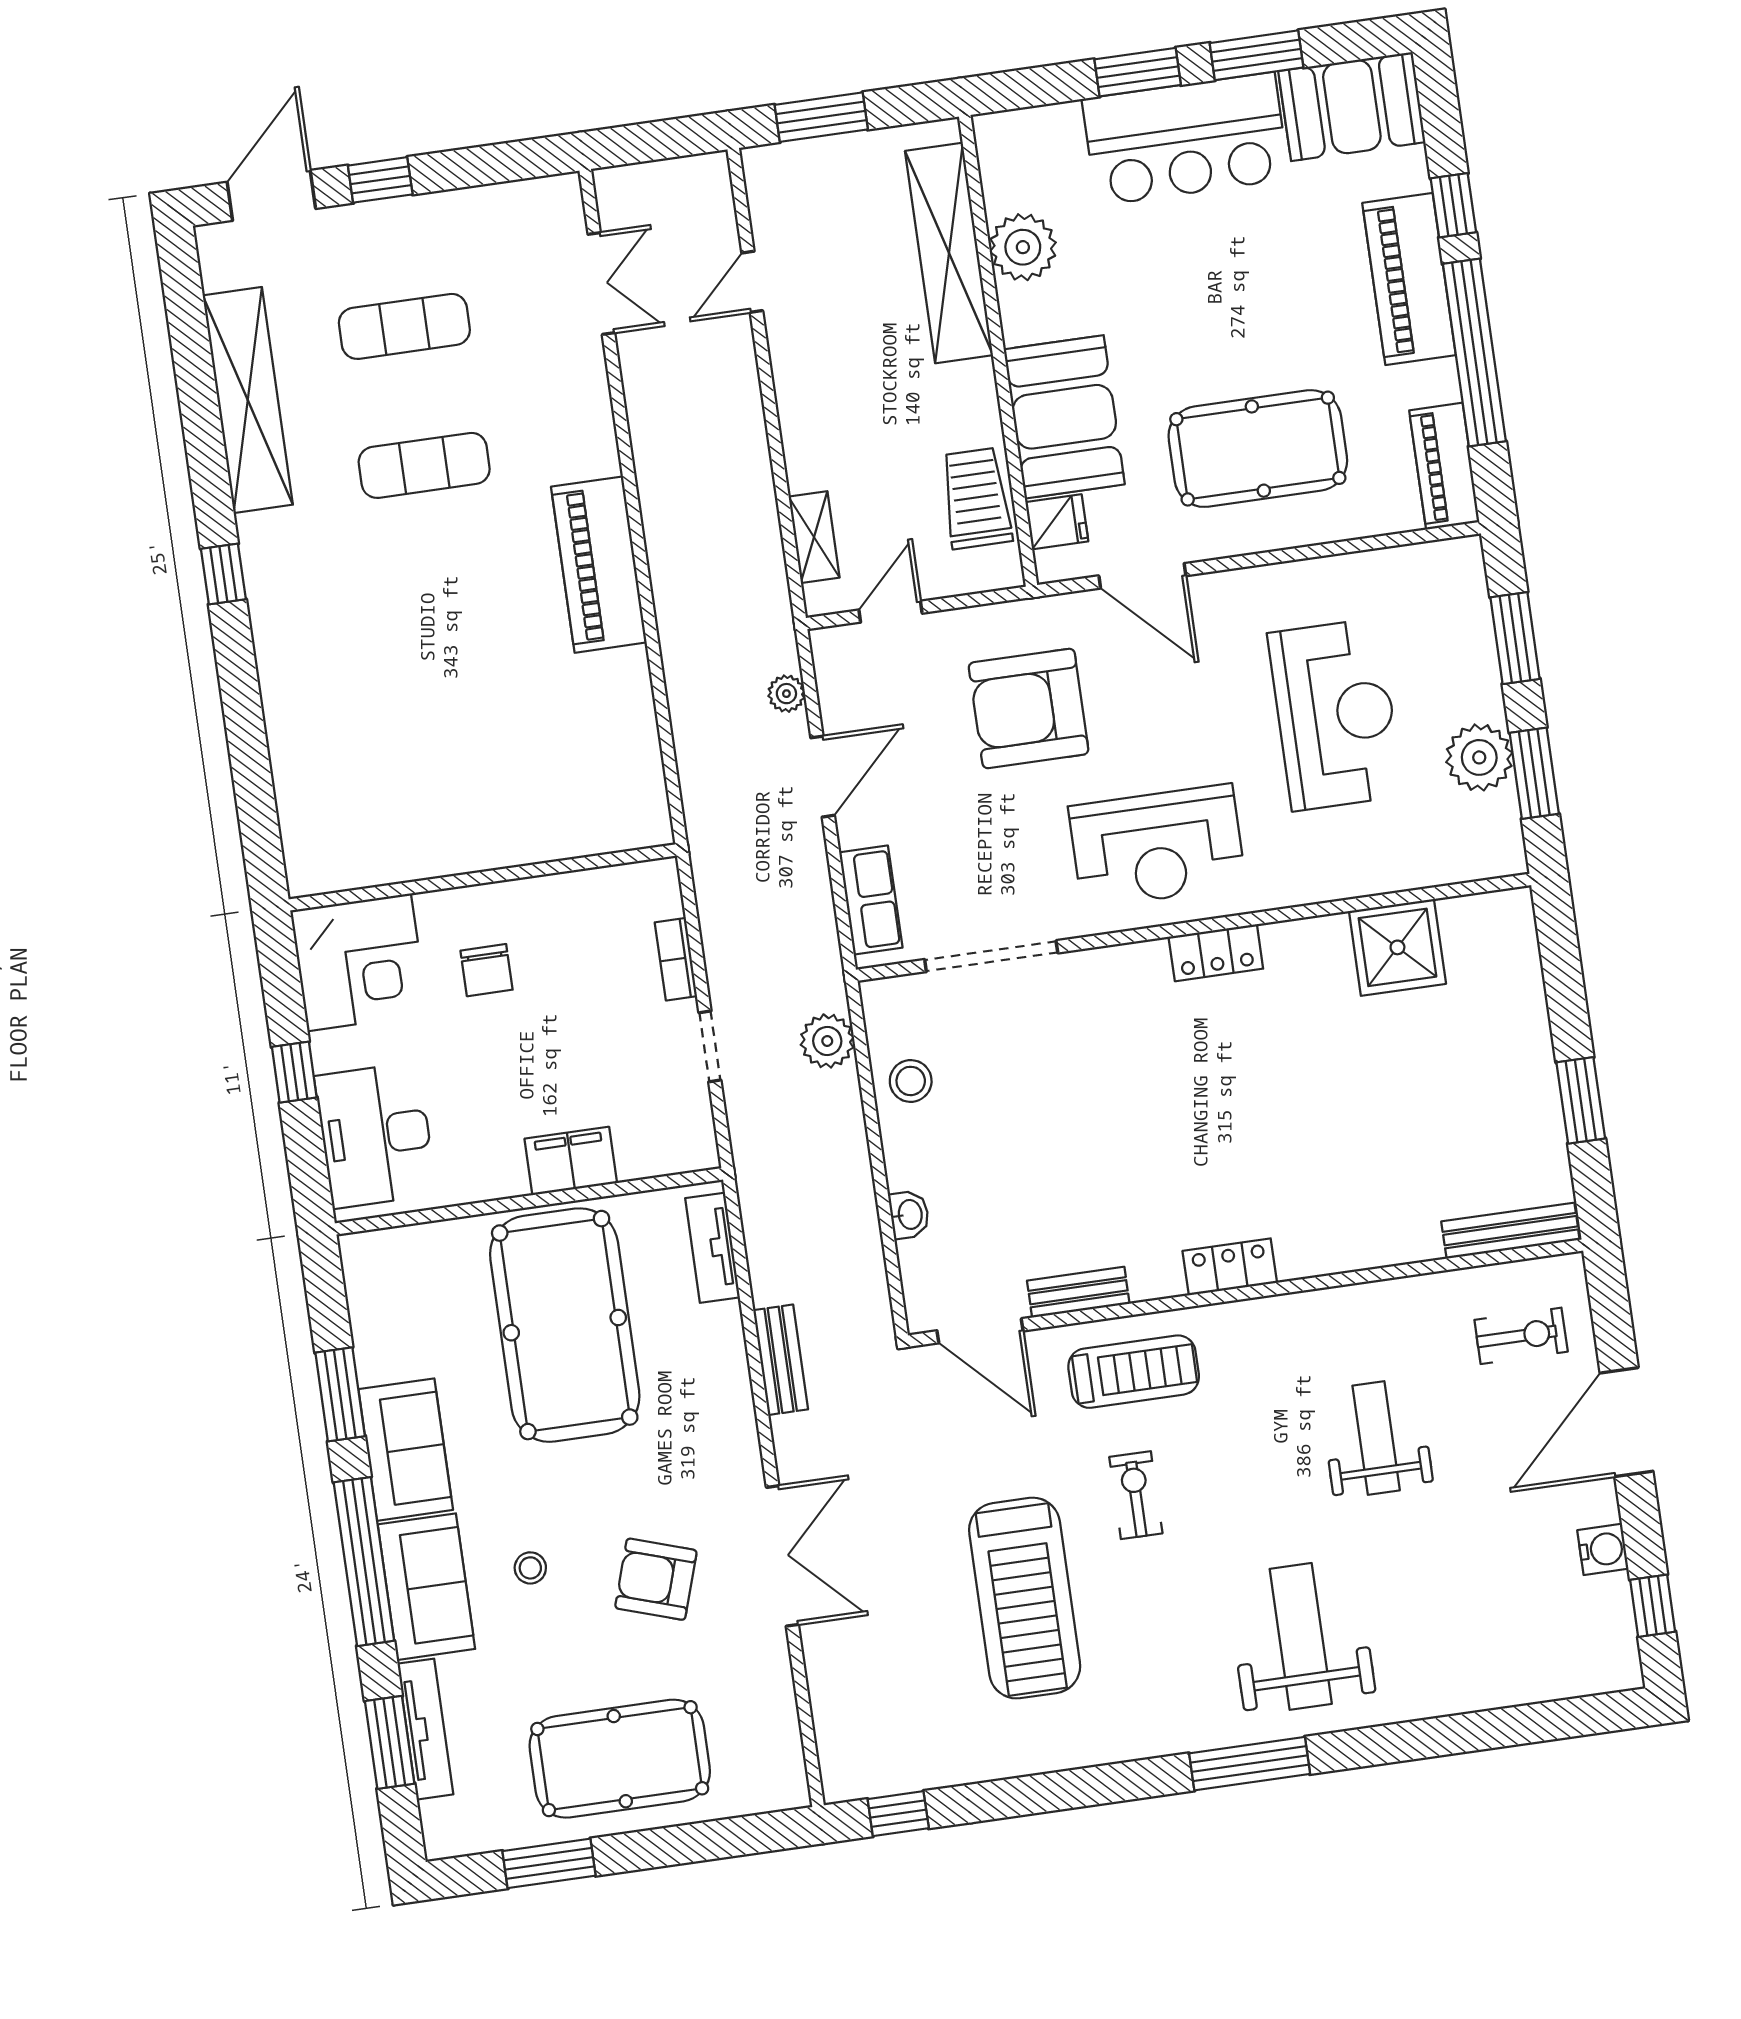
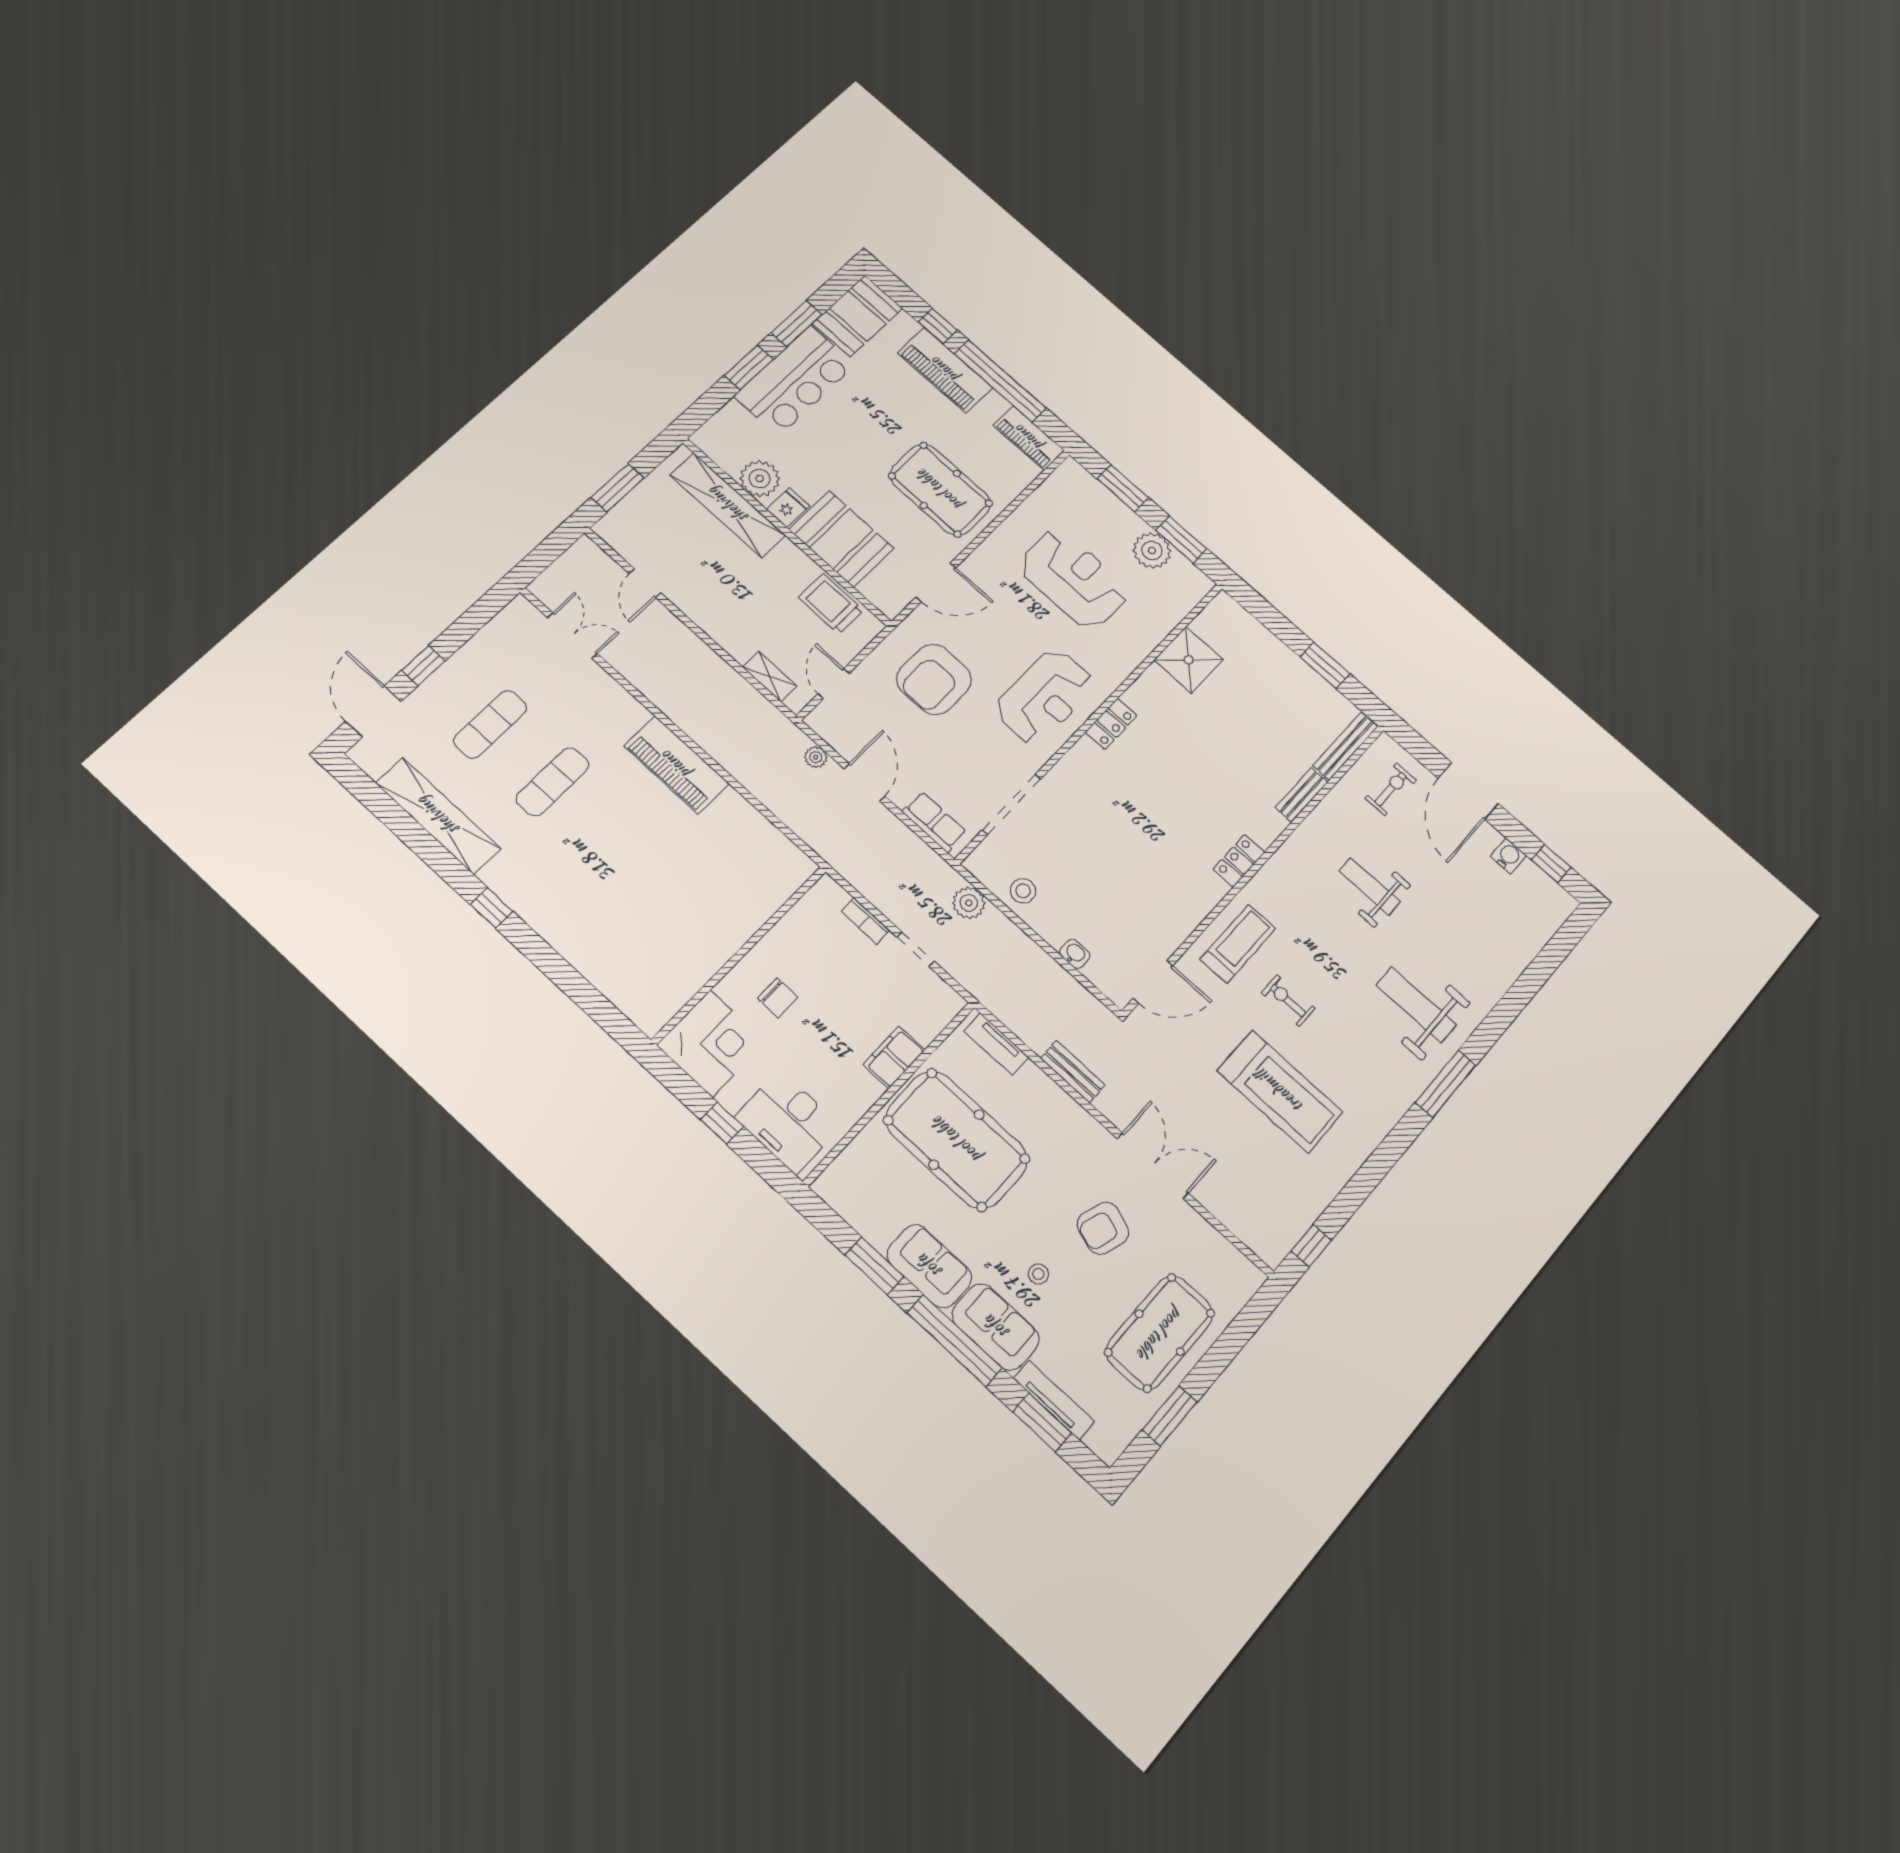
pool table: (1258, 449) -> (940, 490), turned 90
fridge: (1057, 522) -> (788, 508), moved
bench: (1078, 1292) -> (1301, 795), moved

